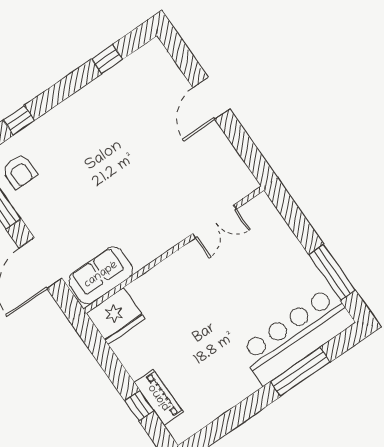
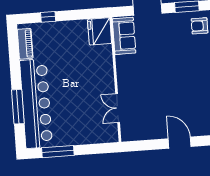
bar counter: (296, 336) -> (36, 104), width x1.36
piano: (159, 397) -> (25, 44), moved, turned -90

